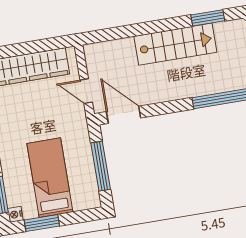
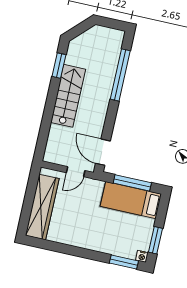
door: (124, 115) -> (103, 152), hinge flipped
bed: (50, 178) -> (131, 200), moved

